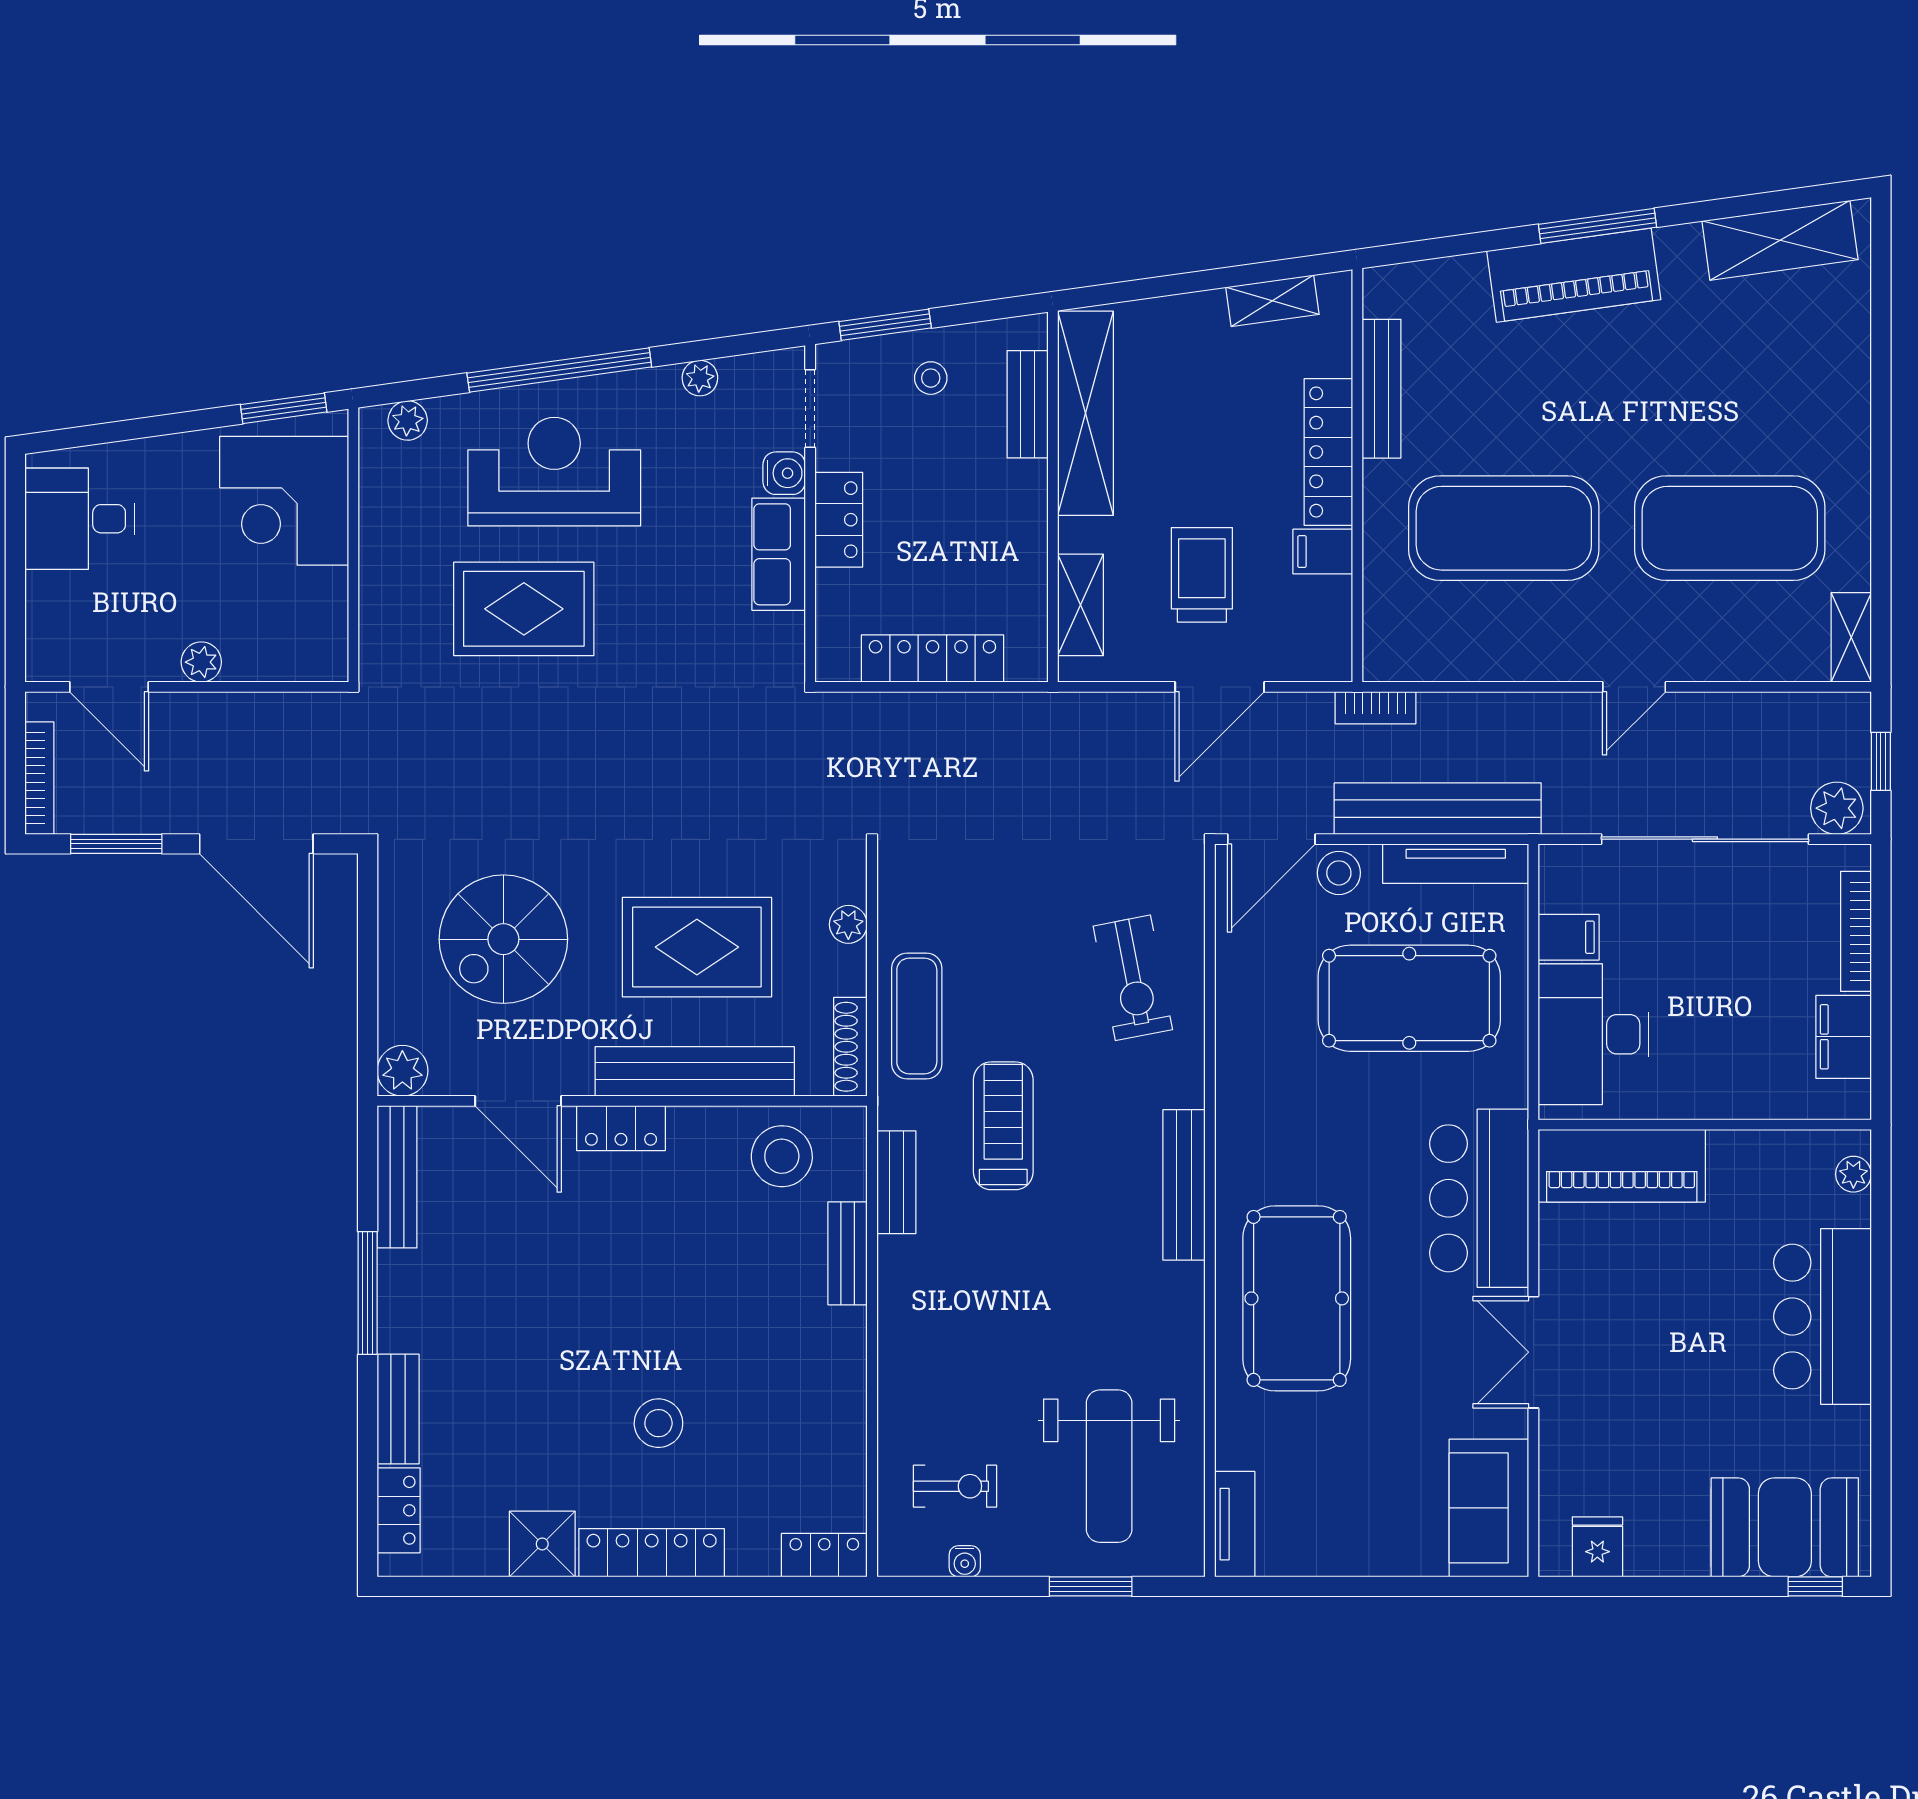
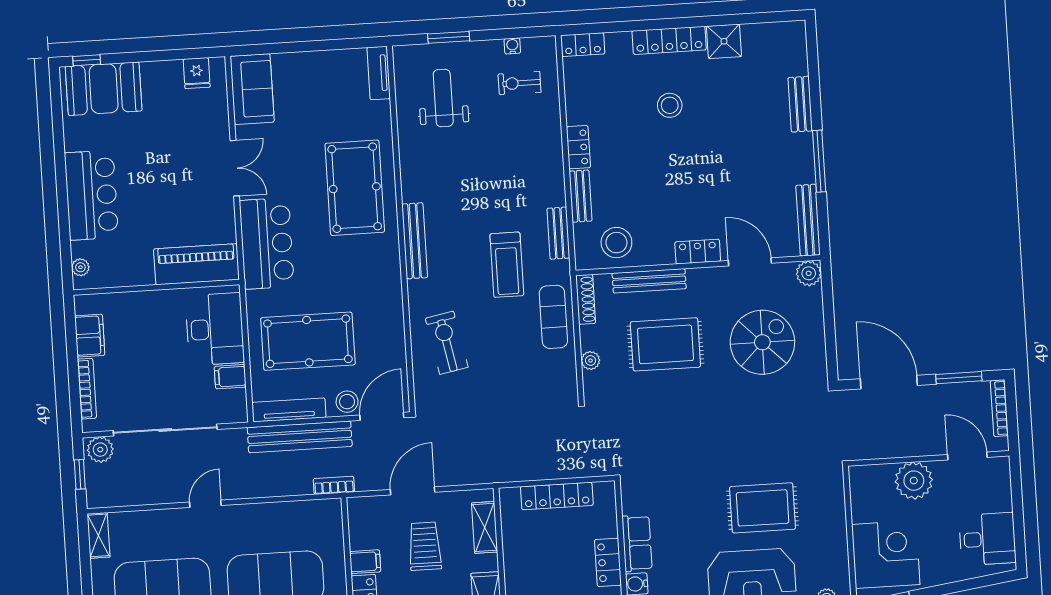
trolley: (1202, 575) -> (425, 546), turned 180
plant: (201, 662) -> (914, 481), width x1.87, depth x1.87
bench: (695, 1071) -> (649, 281), width x0.73, depth x0.82
weight bench: (1109, 1466) -> (443, 98), width x0.73, depth x0.75
locker: (399, 1510) -> (578, 147), moved, turned 180

